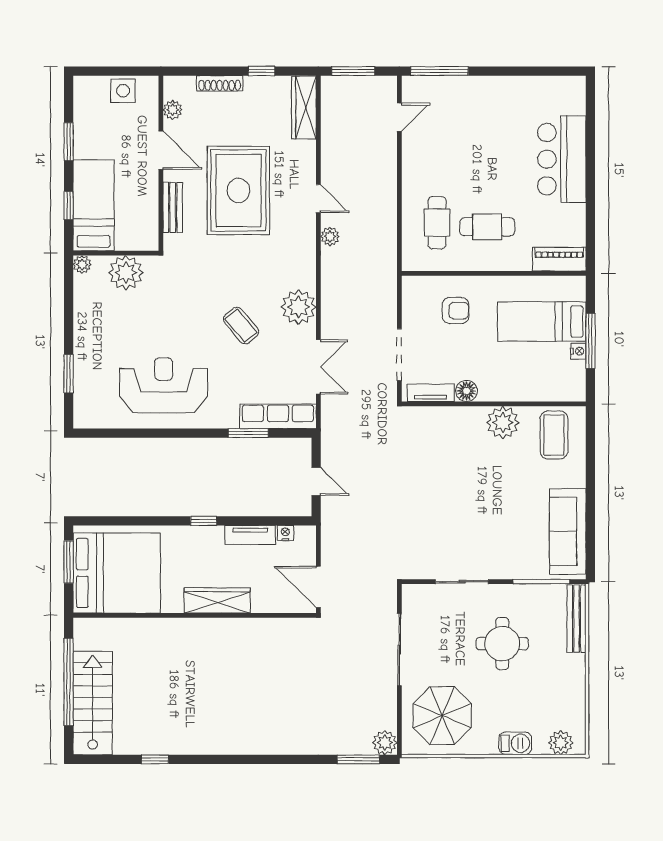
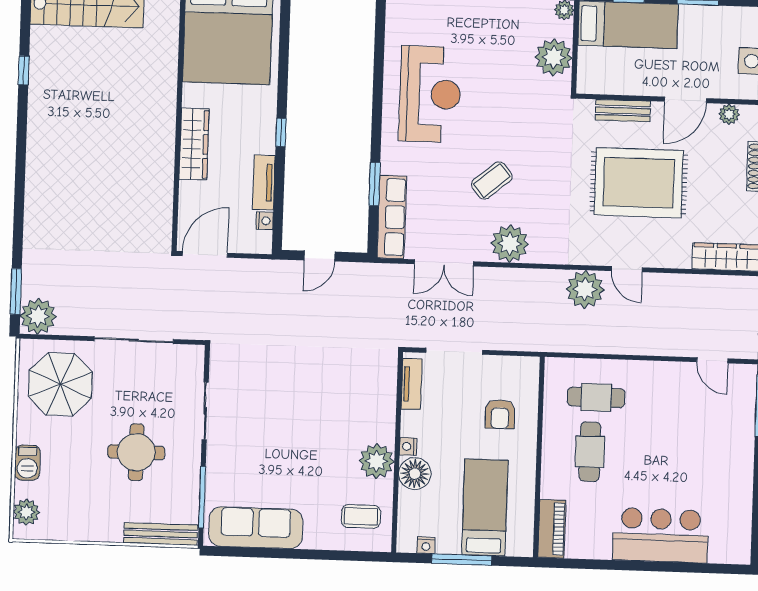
door: (318, 199) -> (627, 269), hinge flipped
plant: (330, 236) -> (585, 289), width x1.87, depth x1.87
nightstand: (578, 351) -> (426, 545), moved
floor lamp: (466, 391) -> (415, 474), moved, width x1.38, depth x1.38
nightstand: (488, 394) -> (408, 446), added
coffee table: (554, 435) -> (361, 516), width x0.73, depth x0.77
plant: (385, 743) -> (38, 316), width x1.36, depth x1.36

